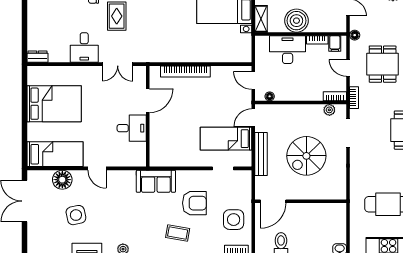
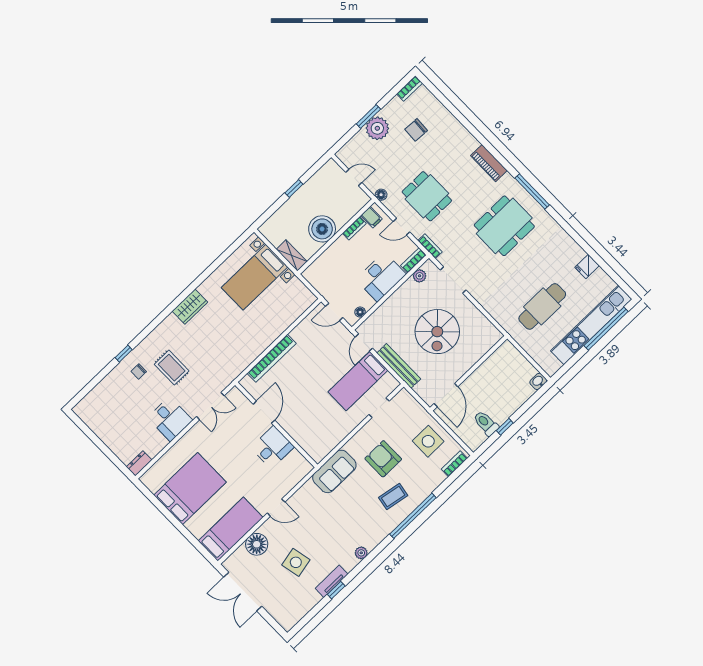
desk: (288, 50) -> (381, 277), moved, turned 180
armchair: (194, 203) -> (383, 459), turned -90

